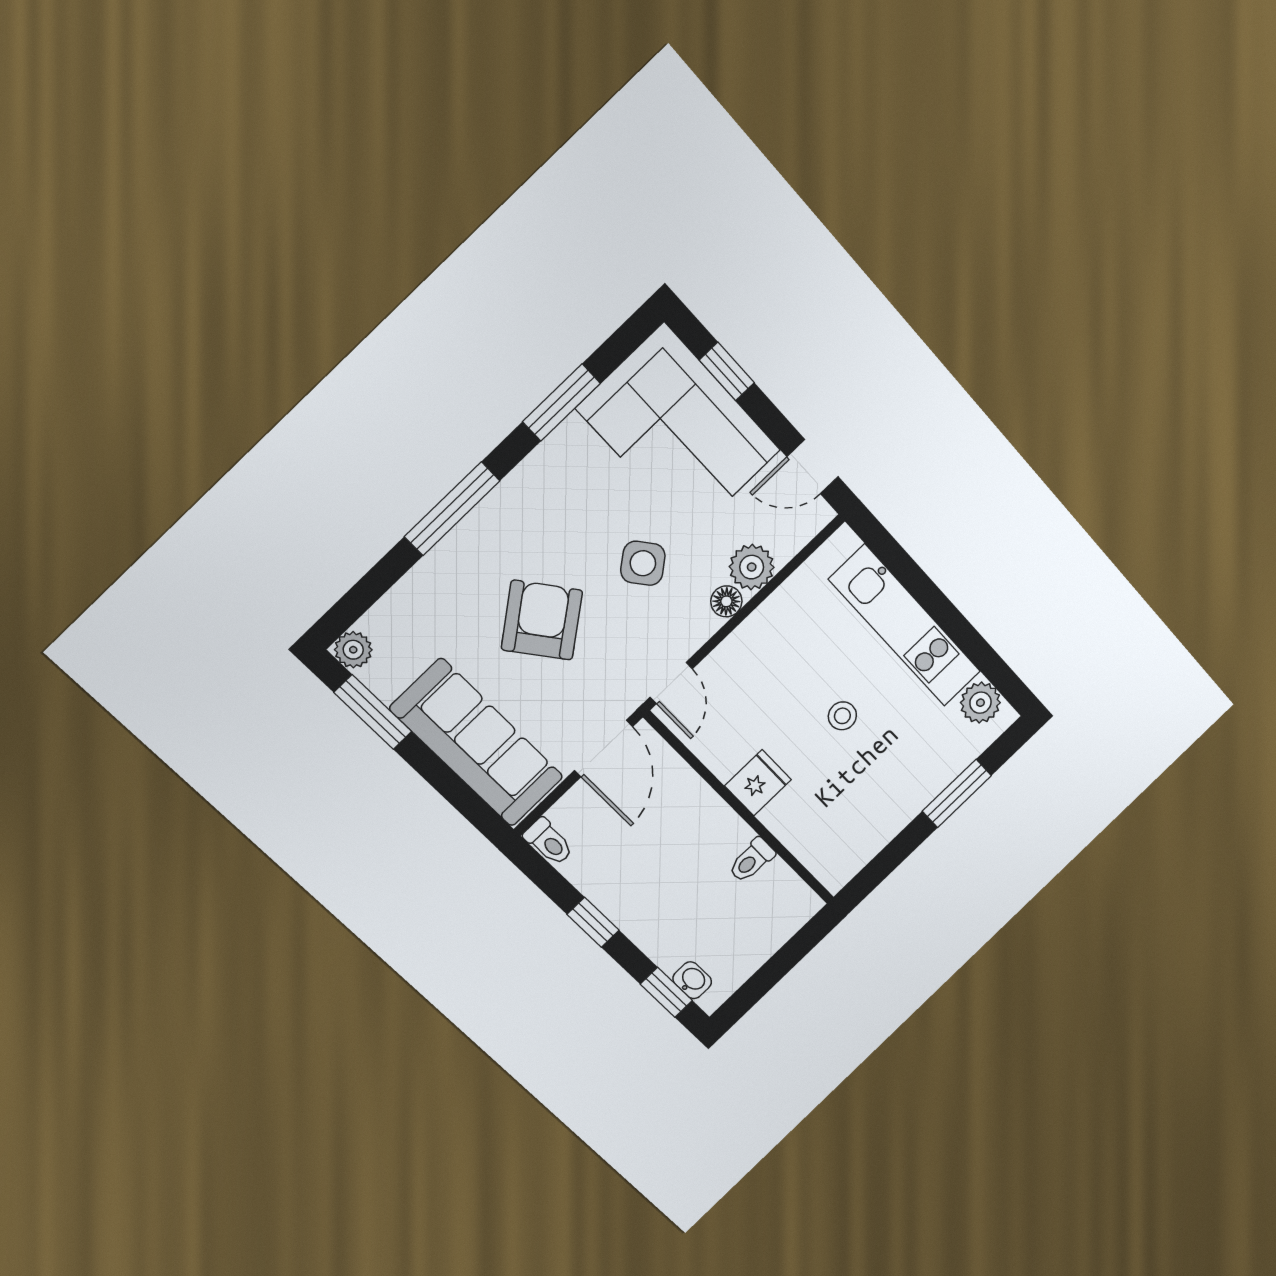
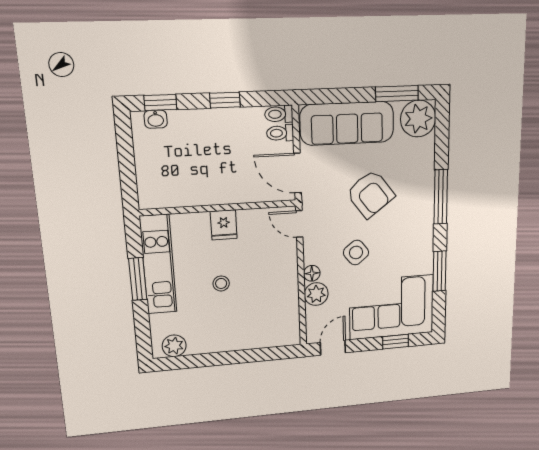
kitchen unit: (905, 626) -> (158, 265), moved, turned 90
plant: (353, 650) -> (418, 119), width x1.88, depth x1.88
window: (957, 793) -> (138, 279), moved
toilet: (752, 860) -> (280, 133), moved, turned -90

